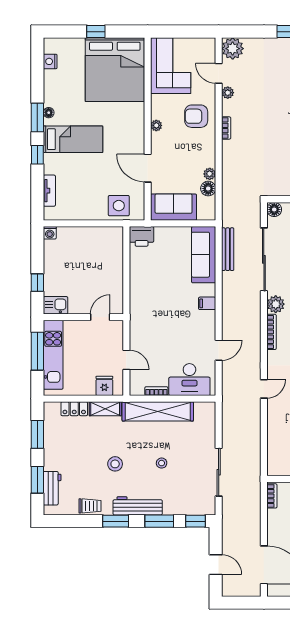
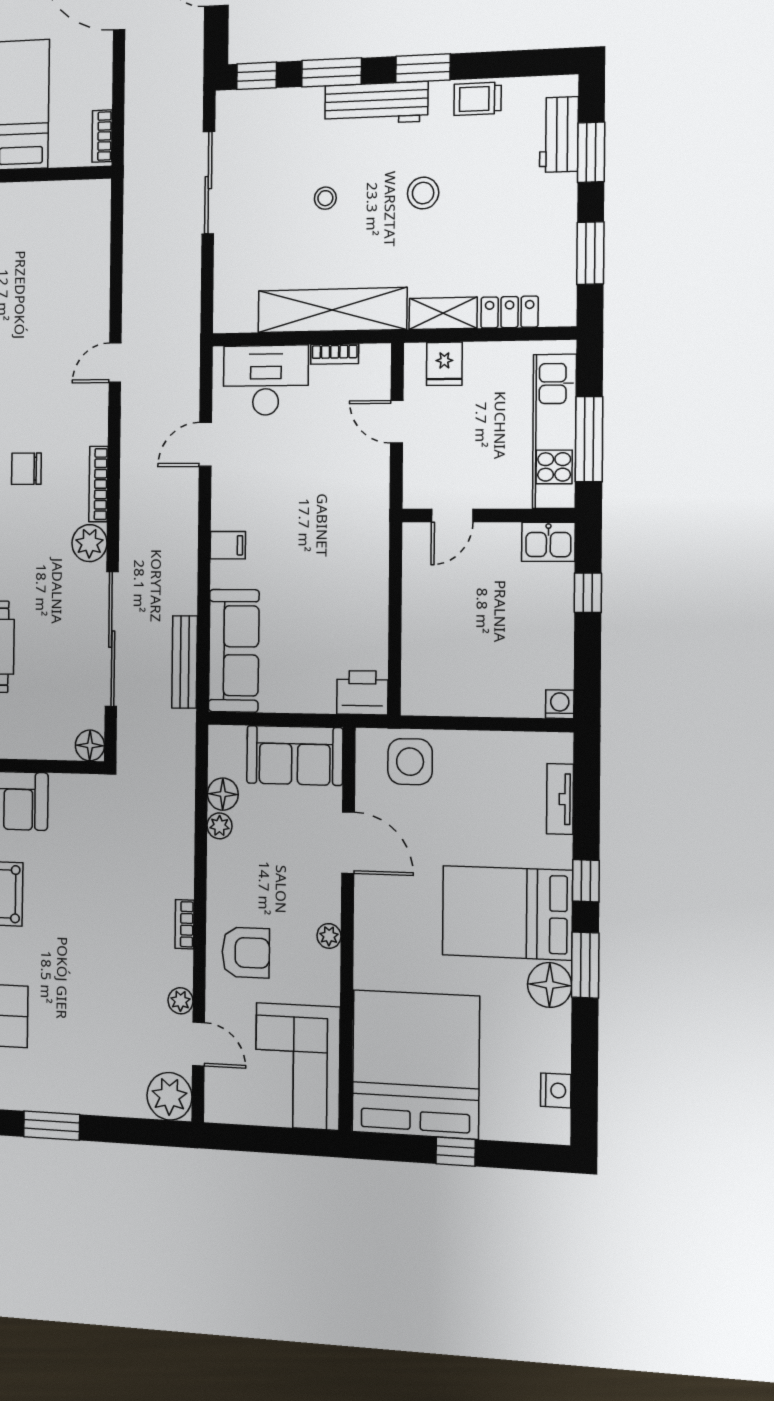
floor lamp: (49, 113) -> (550, 985), width x1.89, depth x1.89
bed: (73, 139) -> (507, 913), width x1.50

